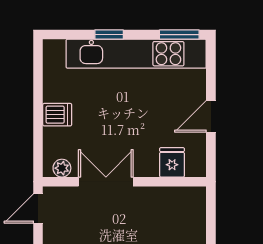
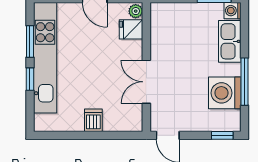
window: (179, 35) -> (30, 41), moved
plant: (62, 168) -> (136, 11), moved

